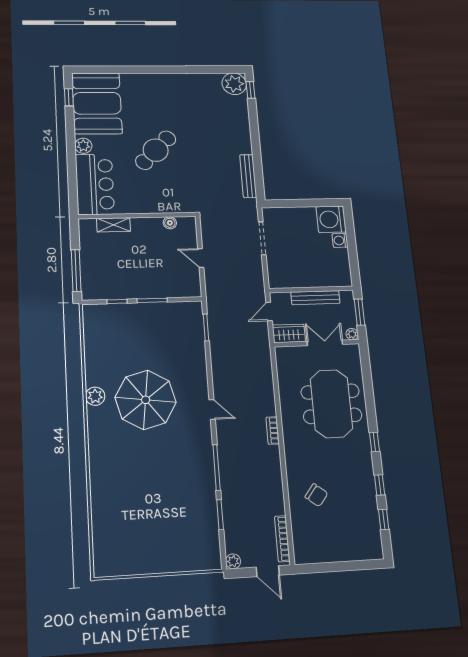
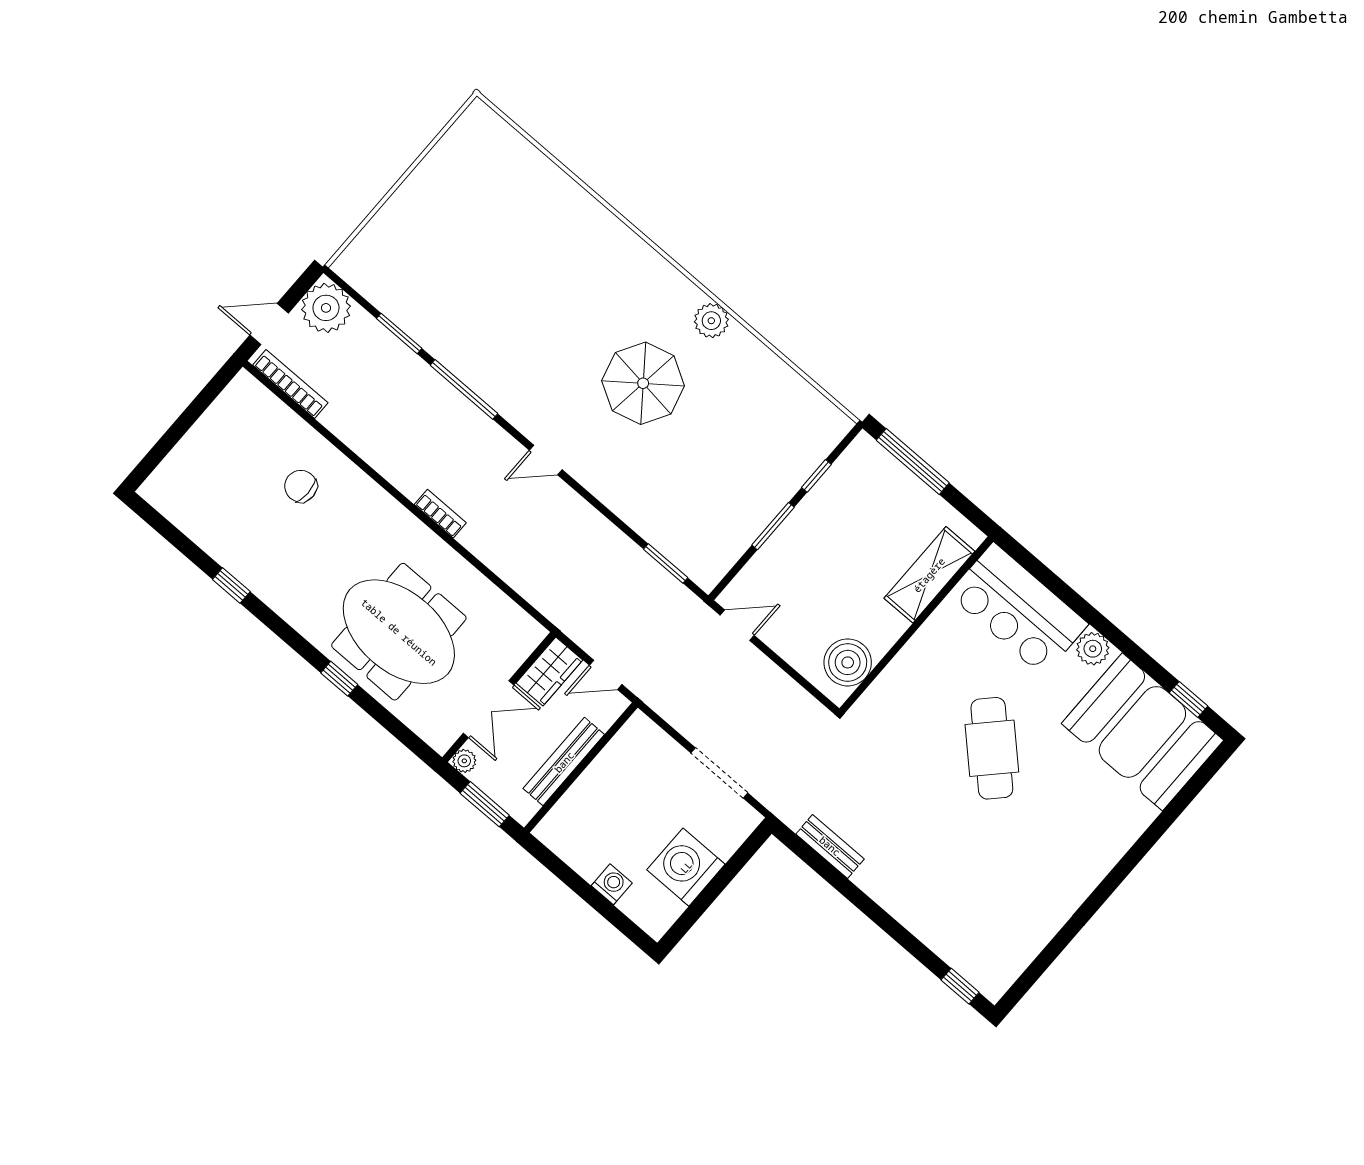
plant: (234, 84) -> (992, 971), removed
bench: (248, 176) -> (830, 846), width x0.73
washing machine: (331, 219) -> (686, 867), moved, turned -90
boiler: (170, 223) -> (848, 662), width x1.86, depth x1.86
shelving: (113, 225) -> (929, 575), width x1.50, depth x1.33
door: (201, 258) -> (737, 625), moved
door: (269, 312) -> (606, 675), swing flipped
parasol: (146, 400) -> (643, 383), width x0.73, depth x0.73
window: (375, 442) -> (339, 679), moved
chair: (316, 495) -> (301, 486), turned 52
window: (384, 519) -> (183, 544), removed
plant: (233, 561) -> (326, 308), width x1.88, depth x1.88

